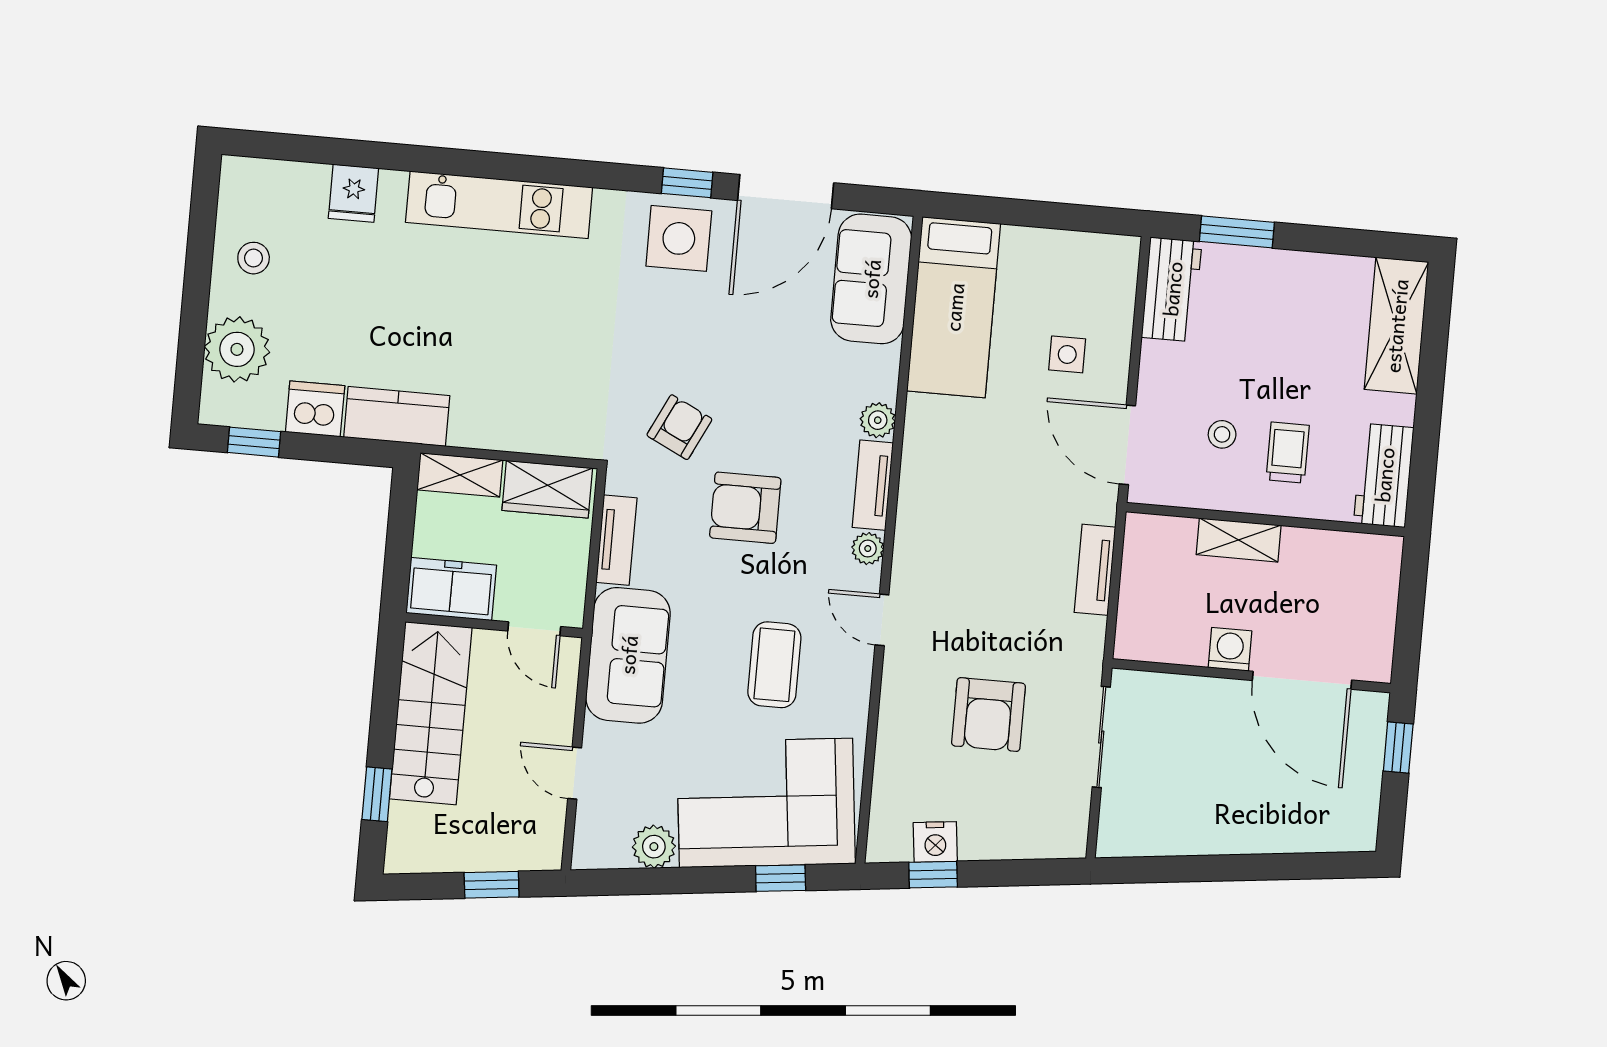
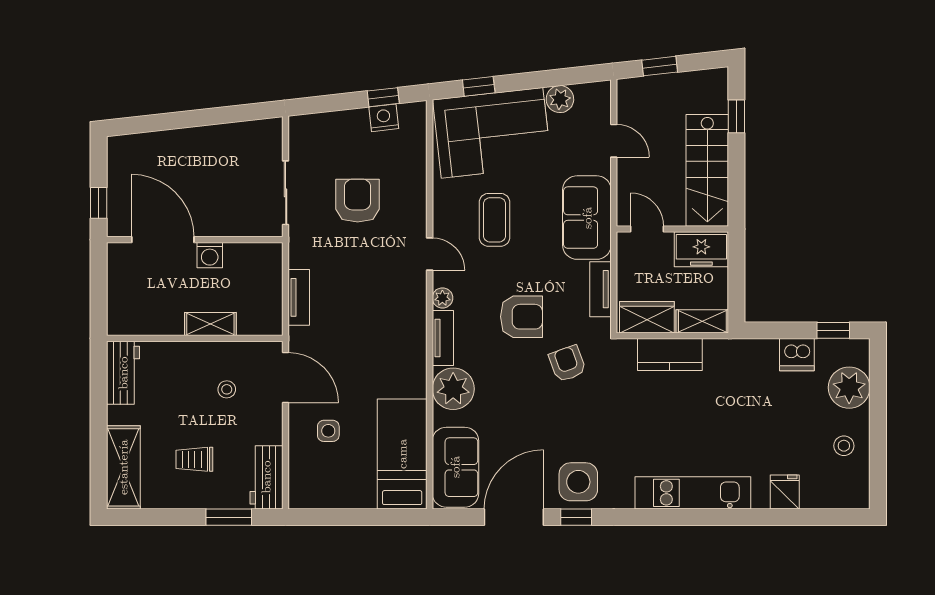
kitchen counter: (397, 416) -> (670, 354), moved
plant: (878, 420) -> (453, 389), width x1.87, depth x1.87
armchair: (679, 427) -> (567, 364), turned 134
trolley: (1288, 453) -> (194, 459), moved, turned 90

